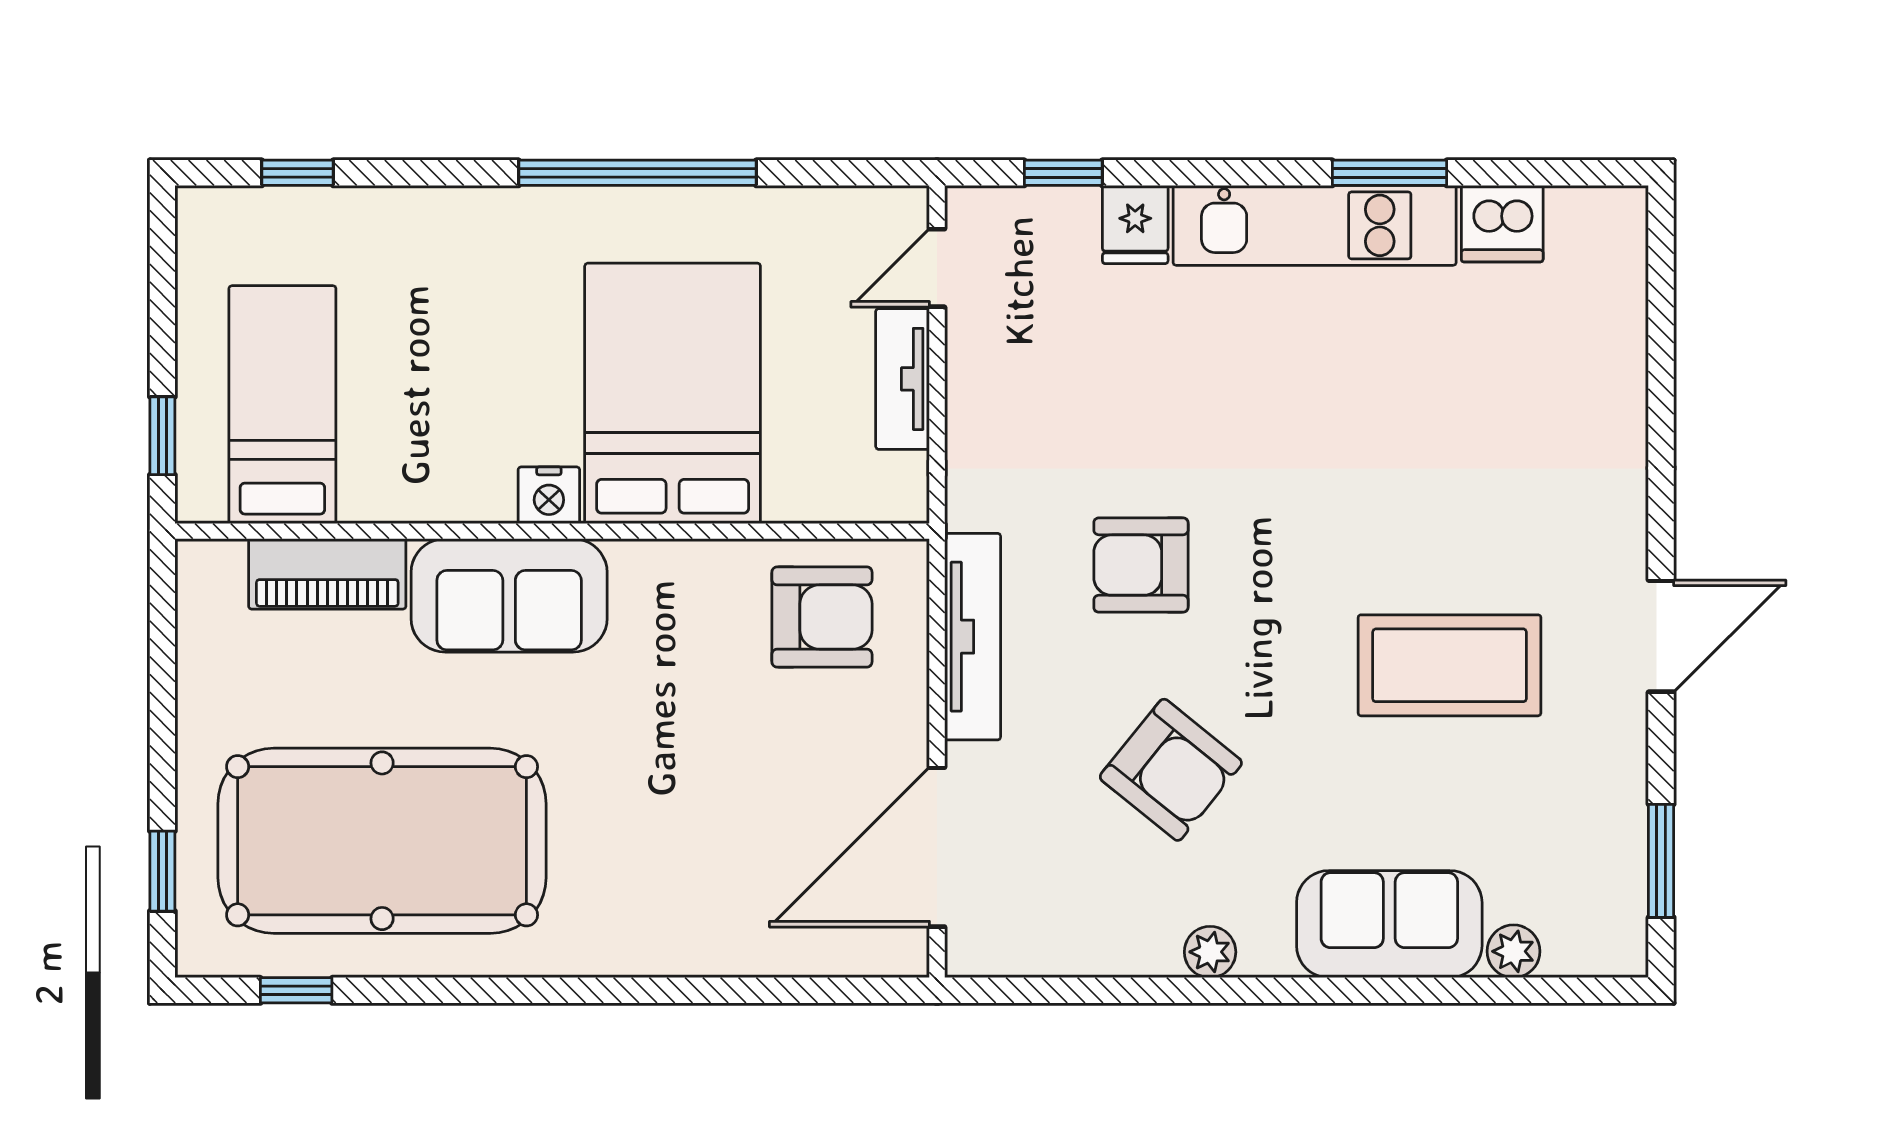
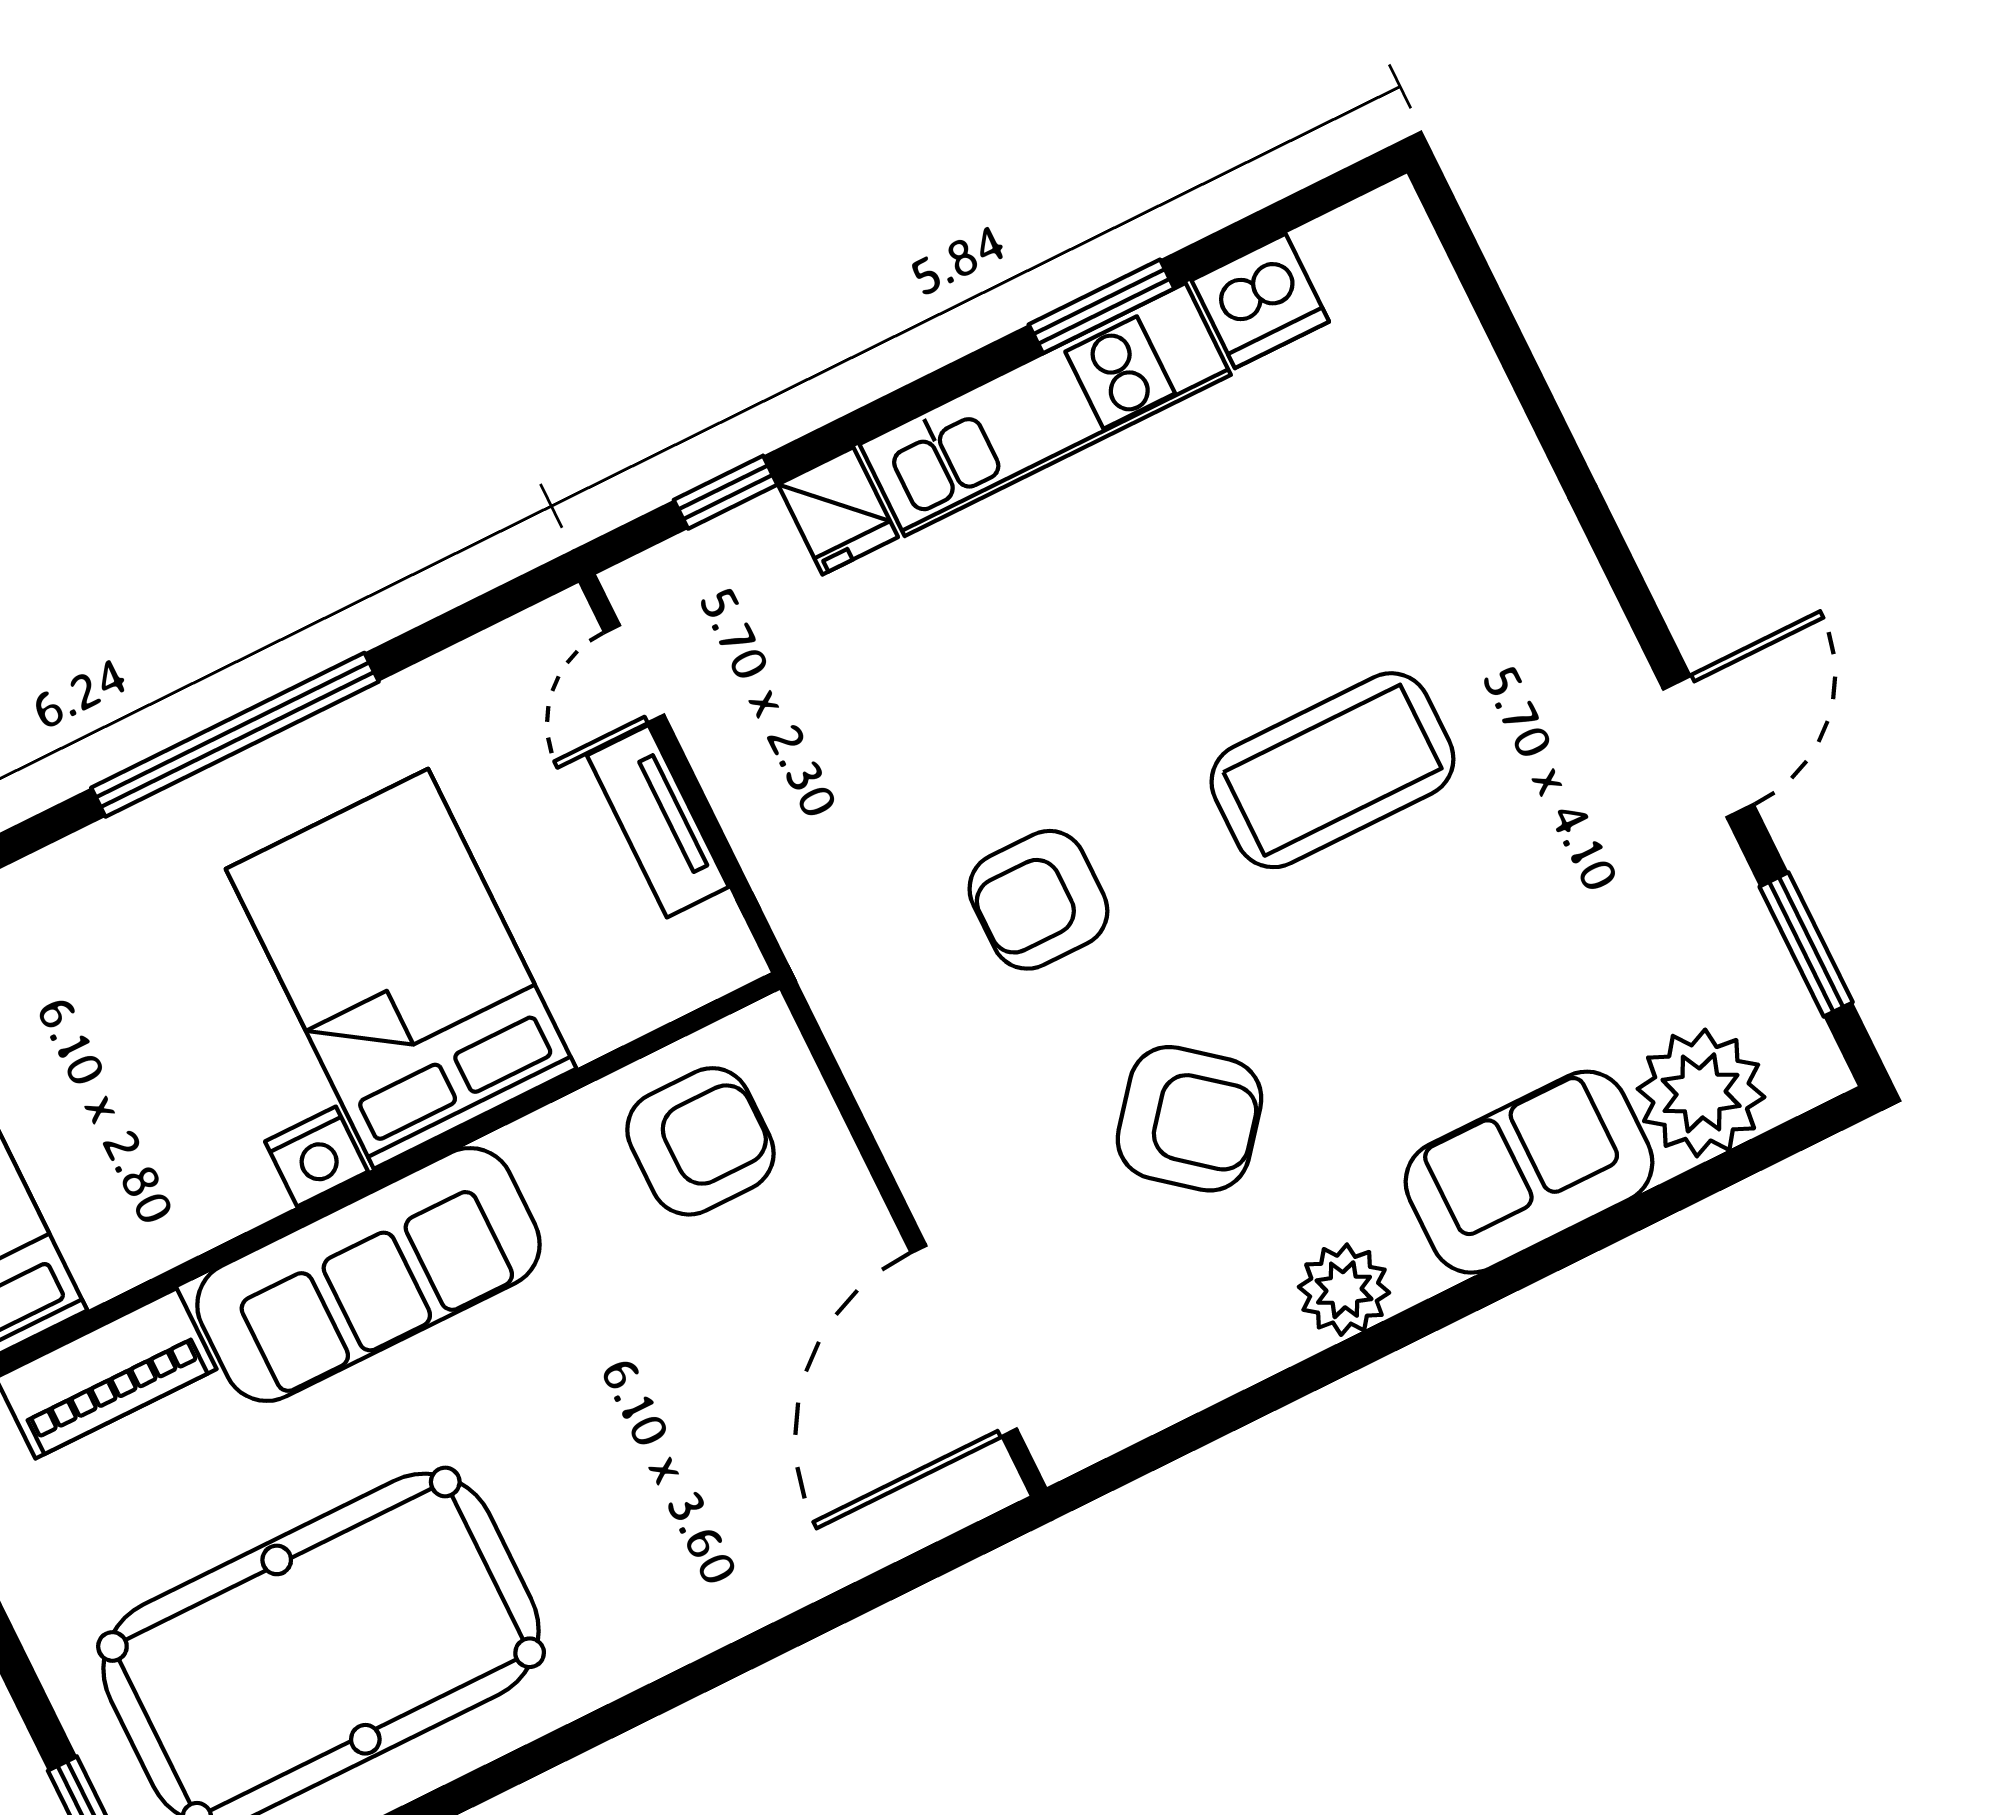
sofa: (509, 595) -> (368, 1274), width x1.36
door: (1661, 636) -> (1708, 747), moved
tv unit: (973, 637) -> (885, 1078), removed
coffee table: (1450, 665) -> (1332, 770), moved
plant: (1513, 951) -> (1701, 1093), width x1.88, depth x1.88
plant: (1210, 952) -> (1344, 1290), width x1.38, depth x1.38

